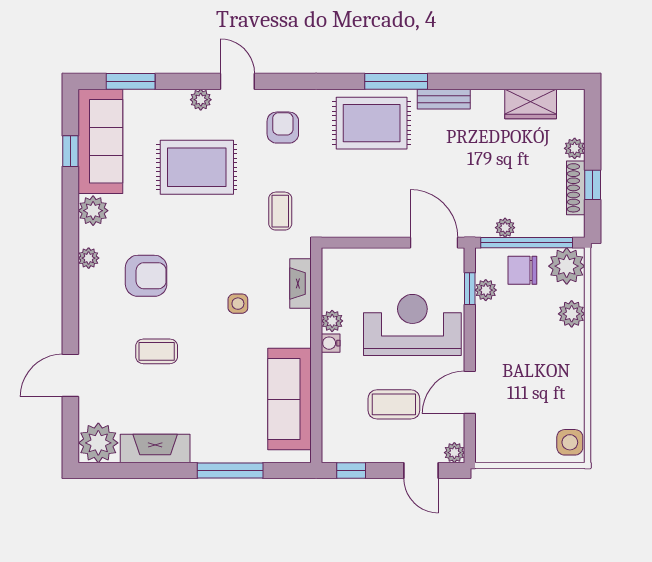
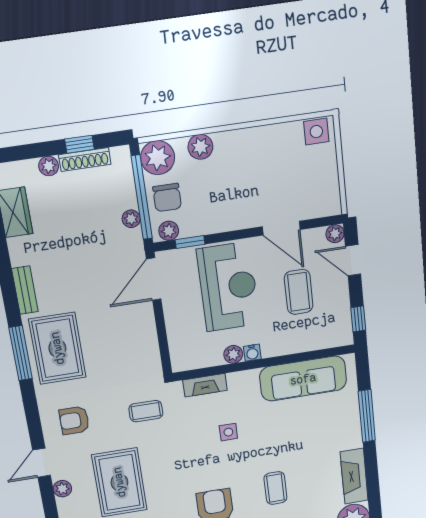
window: (396, 81) -> (21, 353), moved
plant: (486, 290) -> (169, 231), moved
reception desk: (412, 325) -> (228, 287), turned 180
door: (421, 470) -> (353, 260), swing flipped

